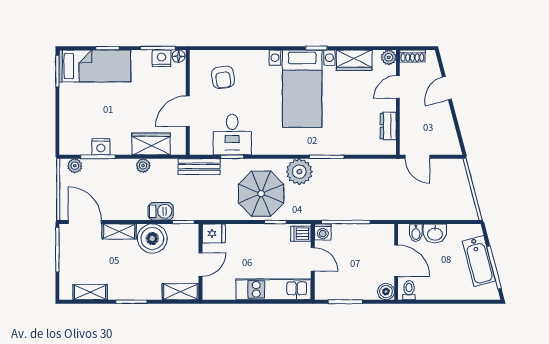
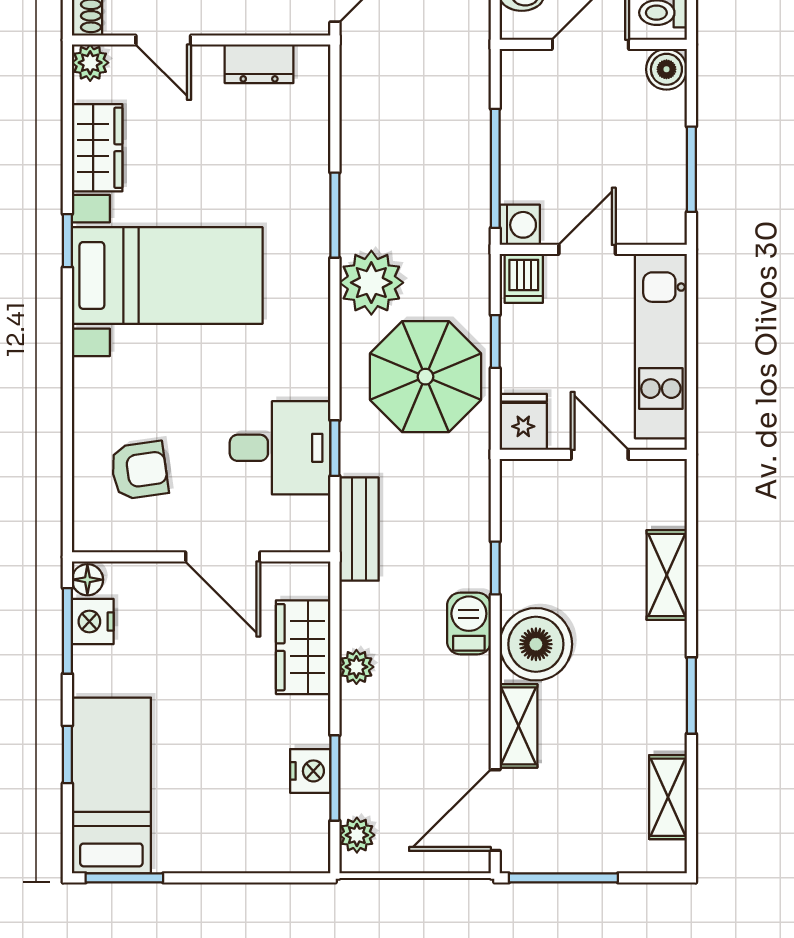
fridge: (214, 233) -> (523, 422), moved
wall: (200, 262) -> (593, 454), moved
door: (200, 264) -> (600, 454), moved

